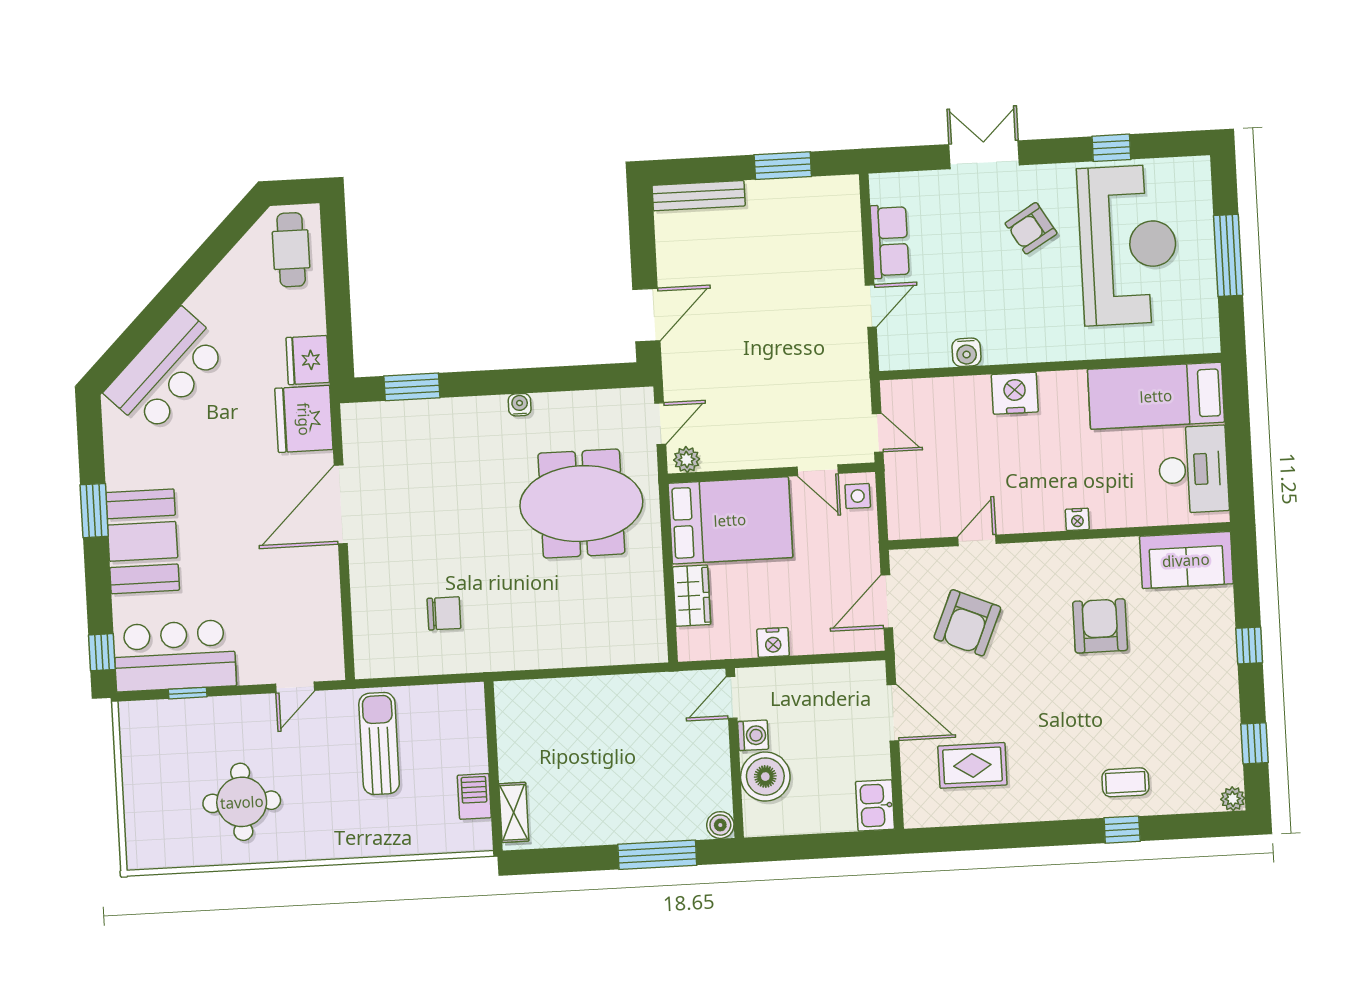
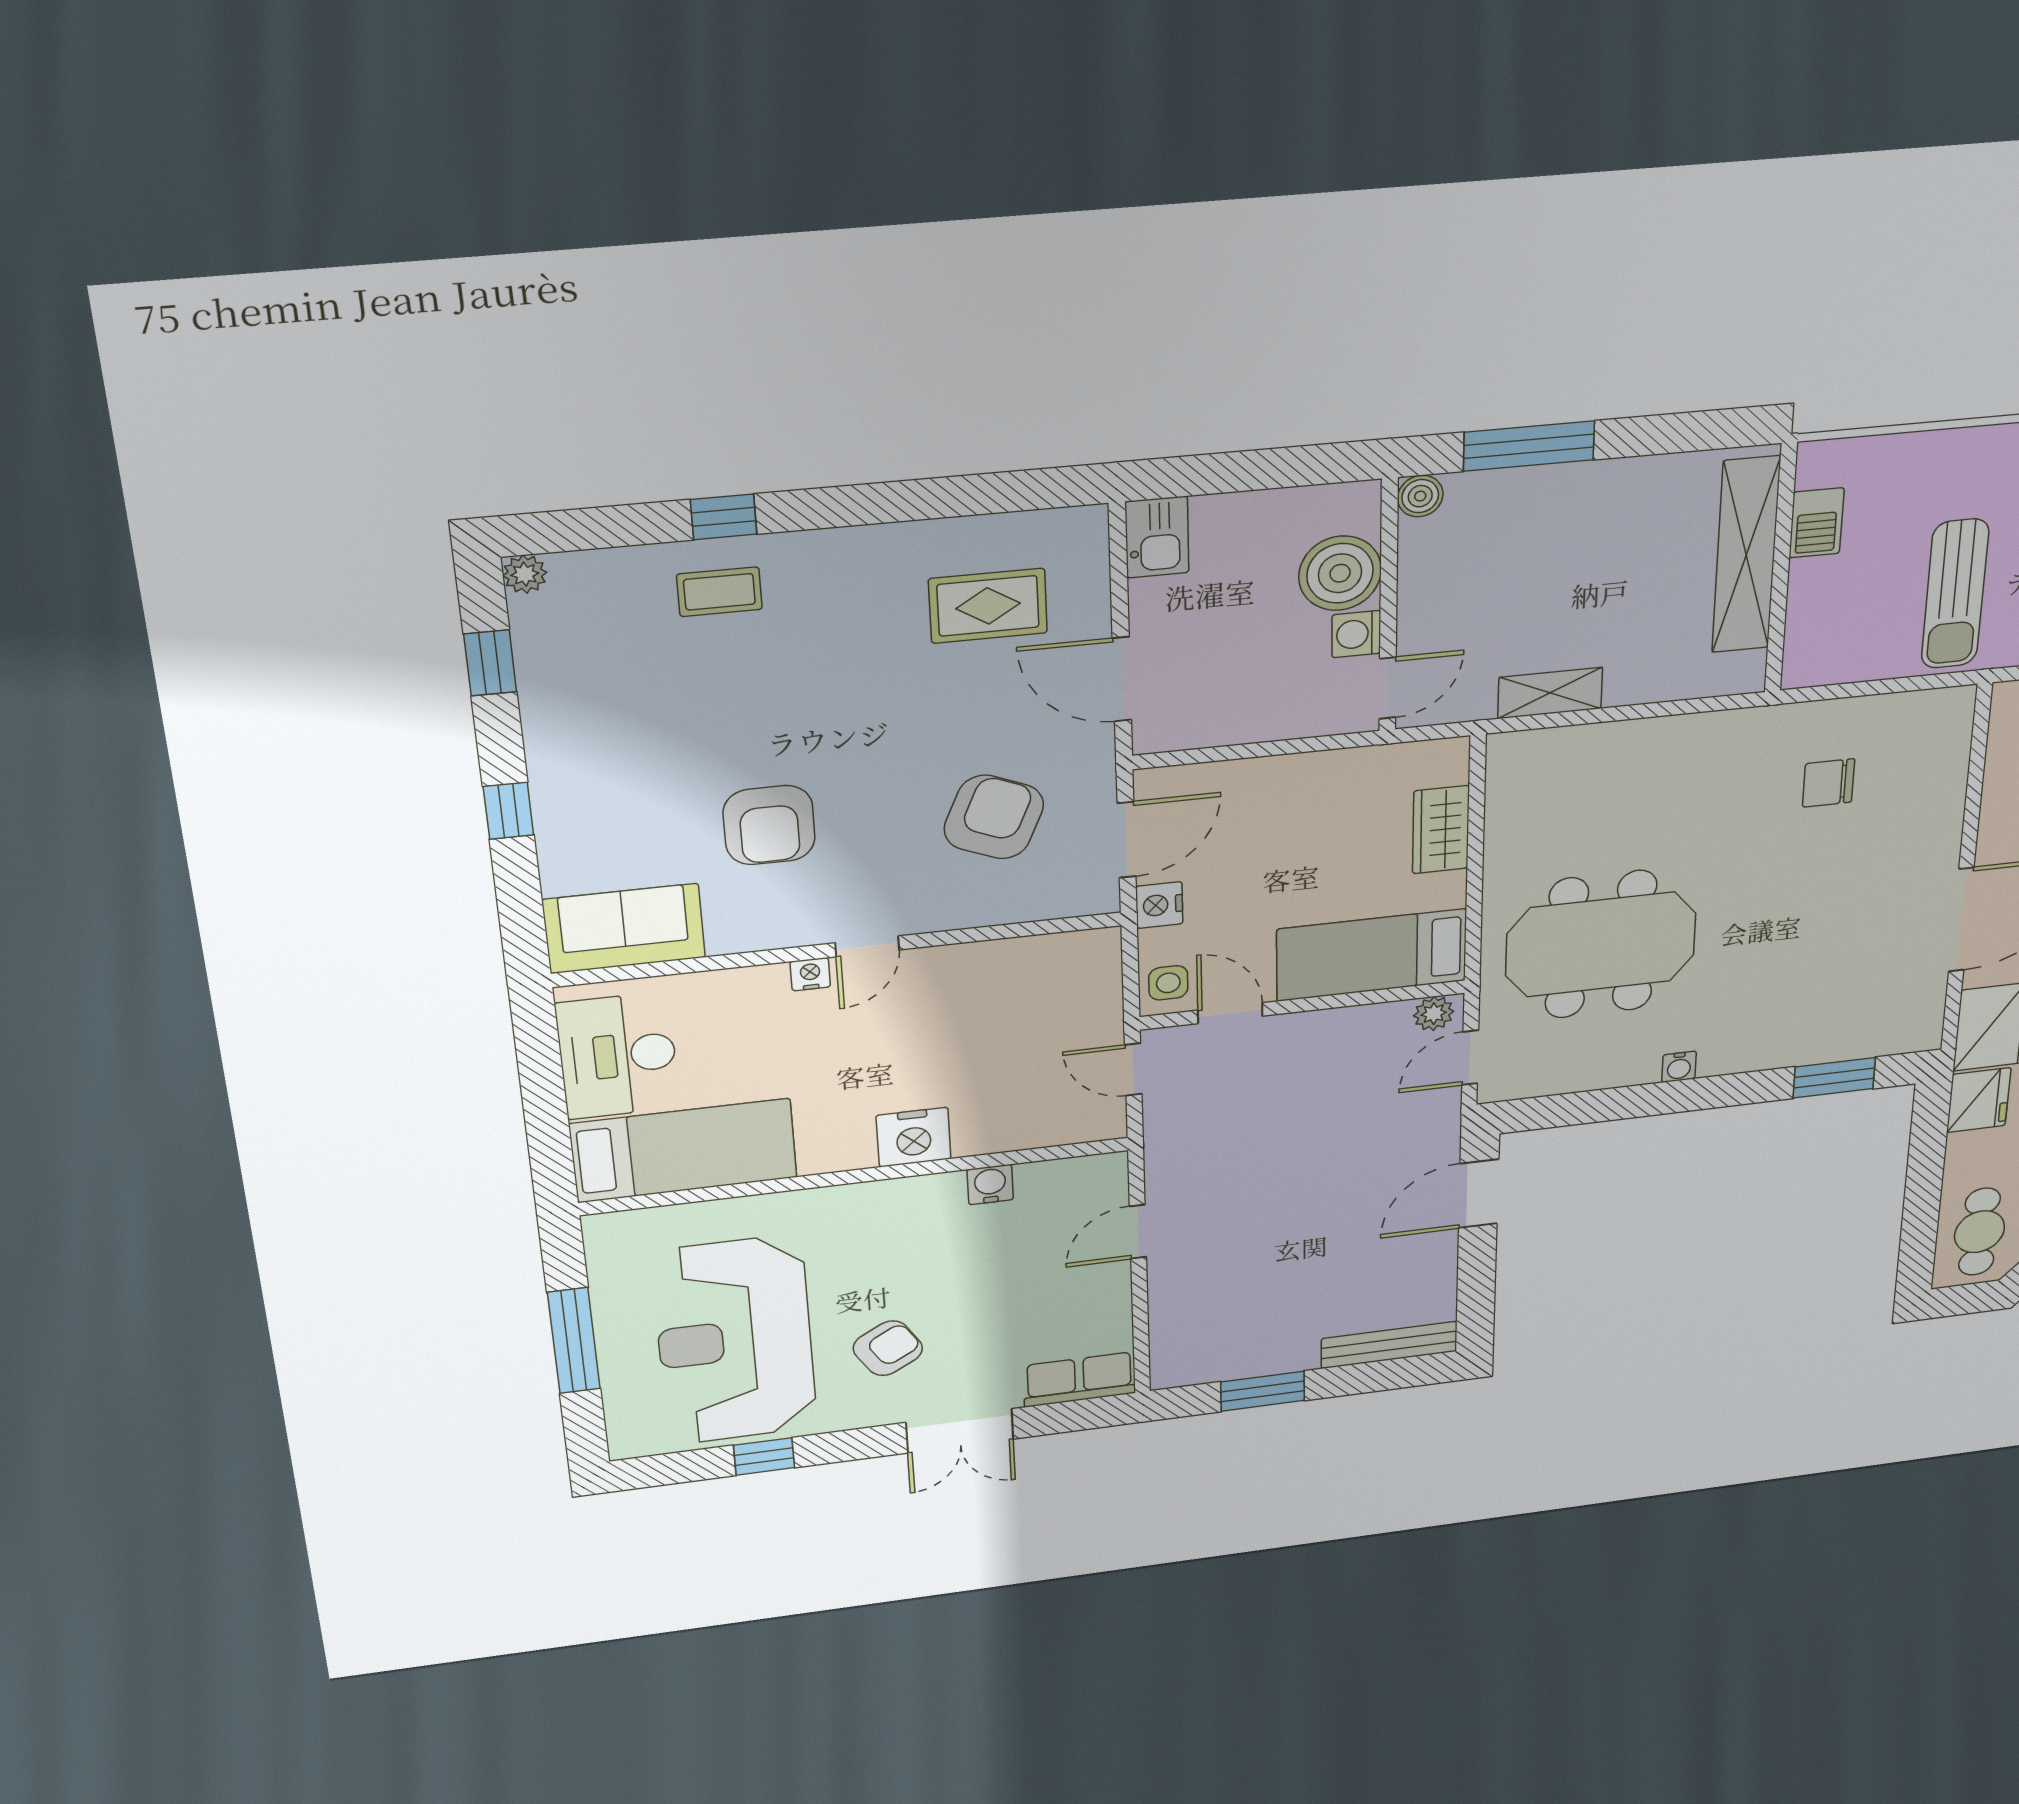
row of seats: (890, 241) -> (1079, 1379), moved, turned 90
bed: (730, 520) -> (1372, 955), width x0.67
door: (977, 540) -> (867, 946), moved
nightstand: (773, 642) -> (1159, 905), moved, turned -90
shelving: (630, 688) -> (1550, 693), added
shelving: (514, 812) -> (1746, 555), width x2.20, depth x1.33

